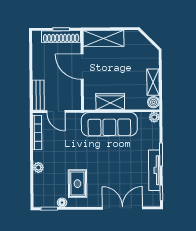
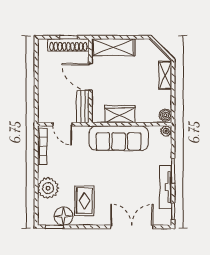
shelving: (153, 82) -> (165, 75), moved
bench: (38, 95) -> (83, 107), moved
plant: (38, 168) -> (48, 188), width x1.87, depth x1.87
floor lamp: (62, 203) -> (63, 216), width x1.89, depth x1.89

